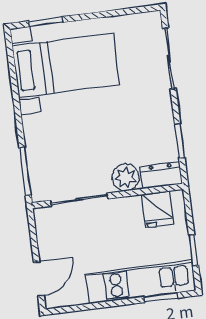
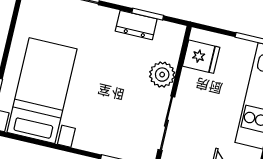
dresser: (161, 175) -> (136, 25), moved, turned -90

